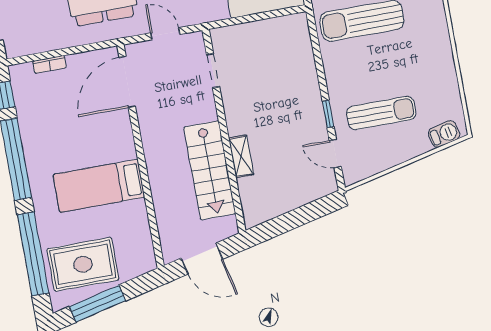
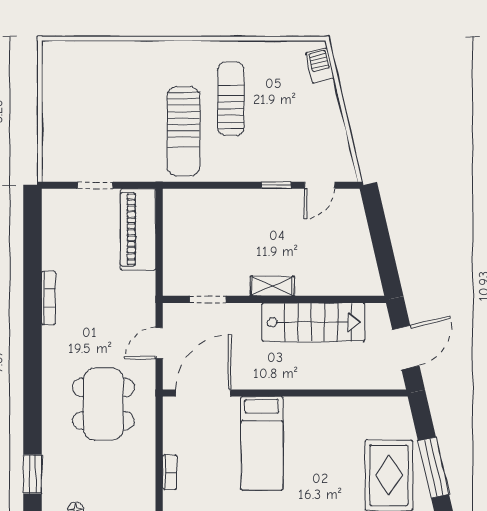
door: (127, 82) -> (203, 393), swing flipped
sun lounger: (381, 113) -> (231, 99), moved
shelving: (241, 156) -> (272, 286), moved
bed: (99, 186) -> (262, 443), moved

